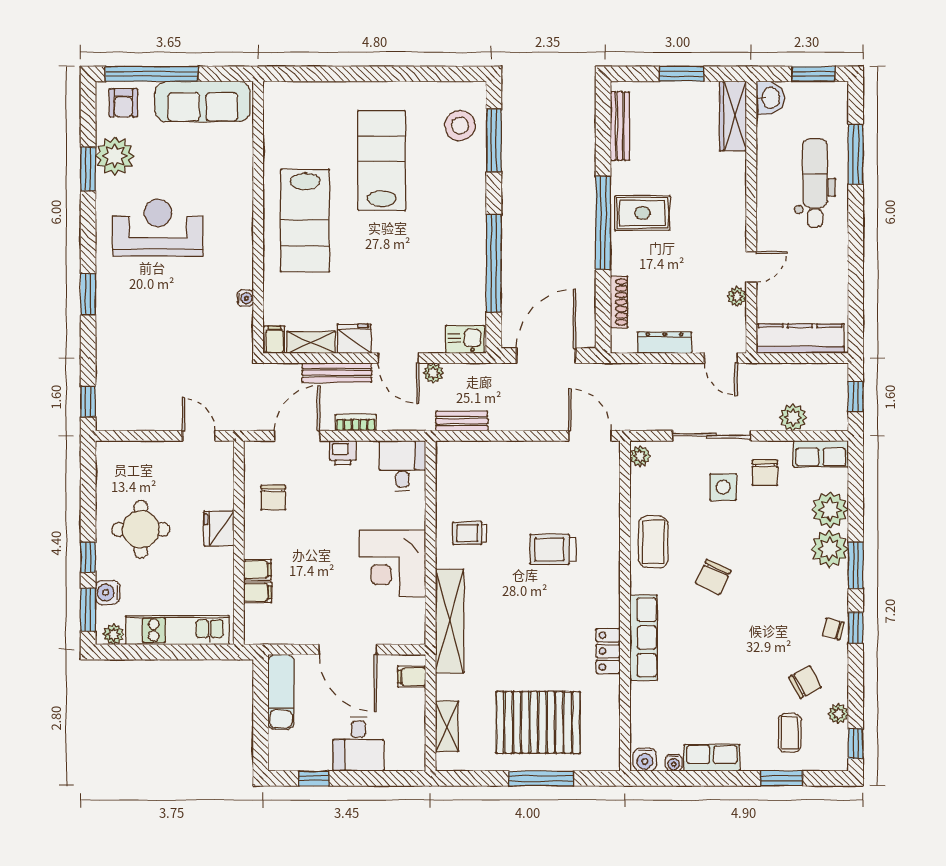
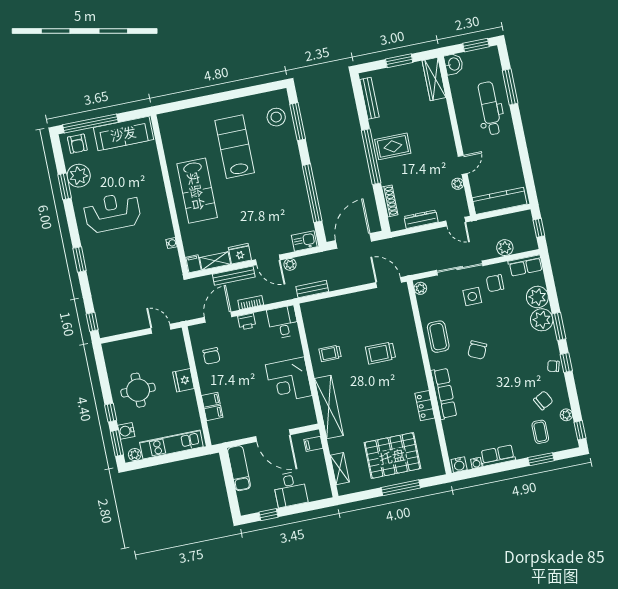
chair: (765, 473) -> (495, 283), turned 90

